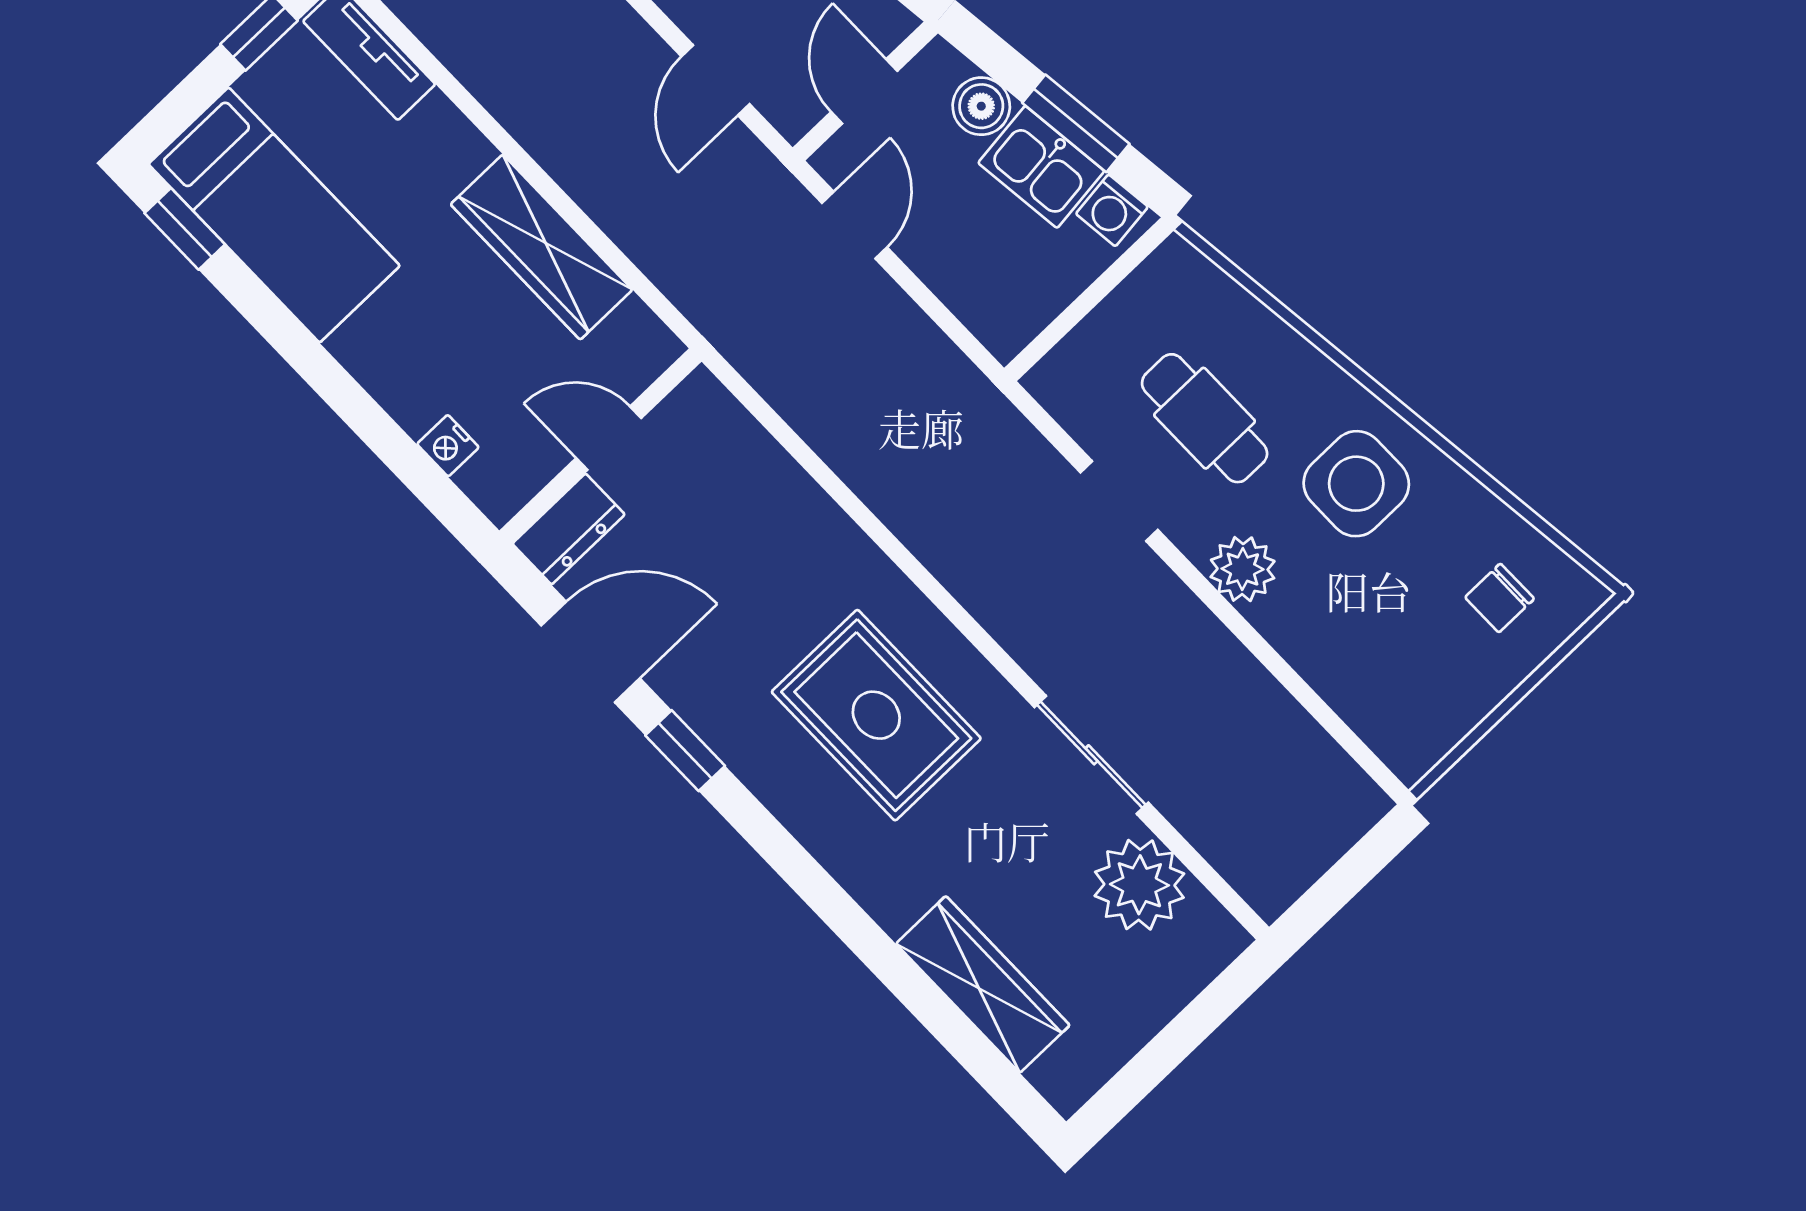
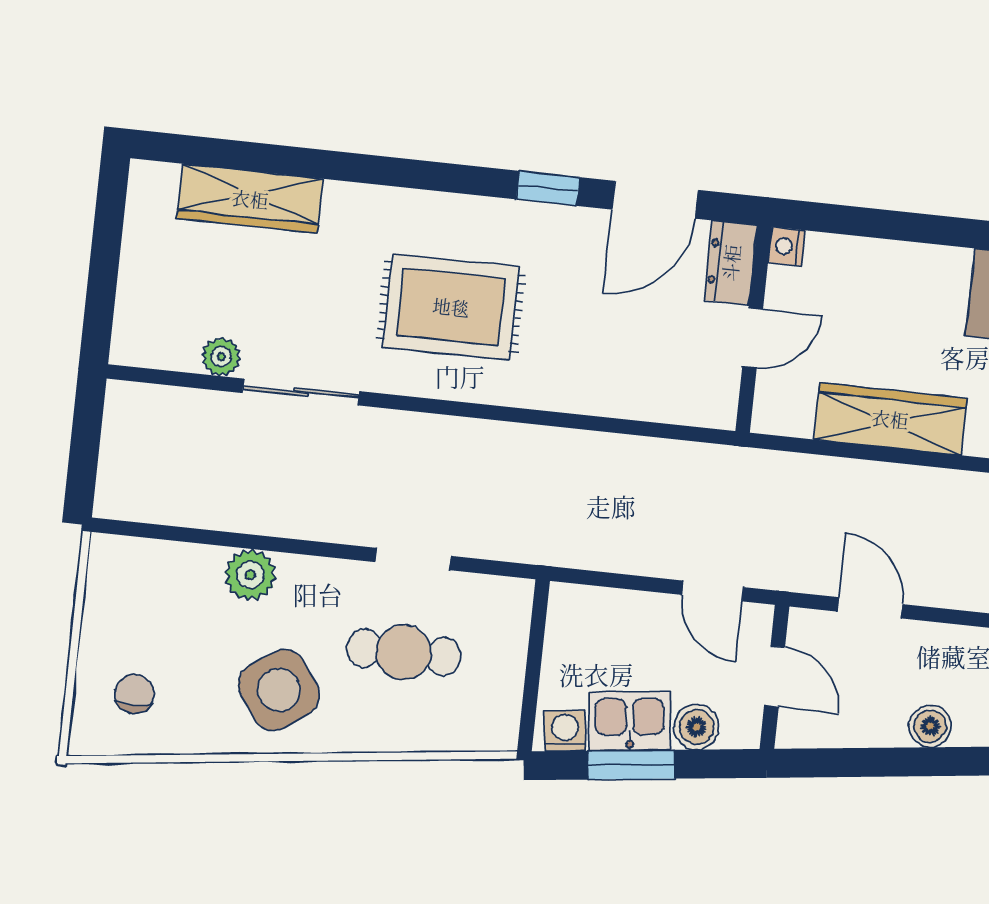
nightstand: (448, 446) -> (787, 246), moved, turned -90
side table: (1356, 484) -> (279, 690), turned -35
plant: (1243, 569) -> (250, 575), moved
plant: (1139, 885) -> (221, 357), width x0.53, depth x0.53

